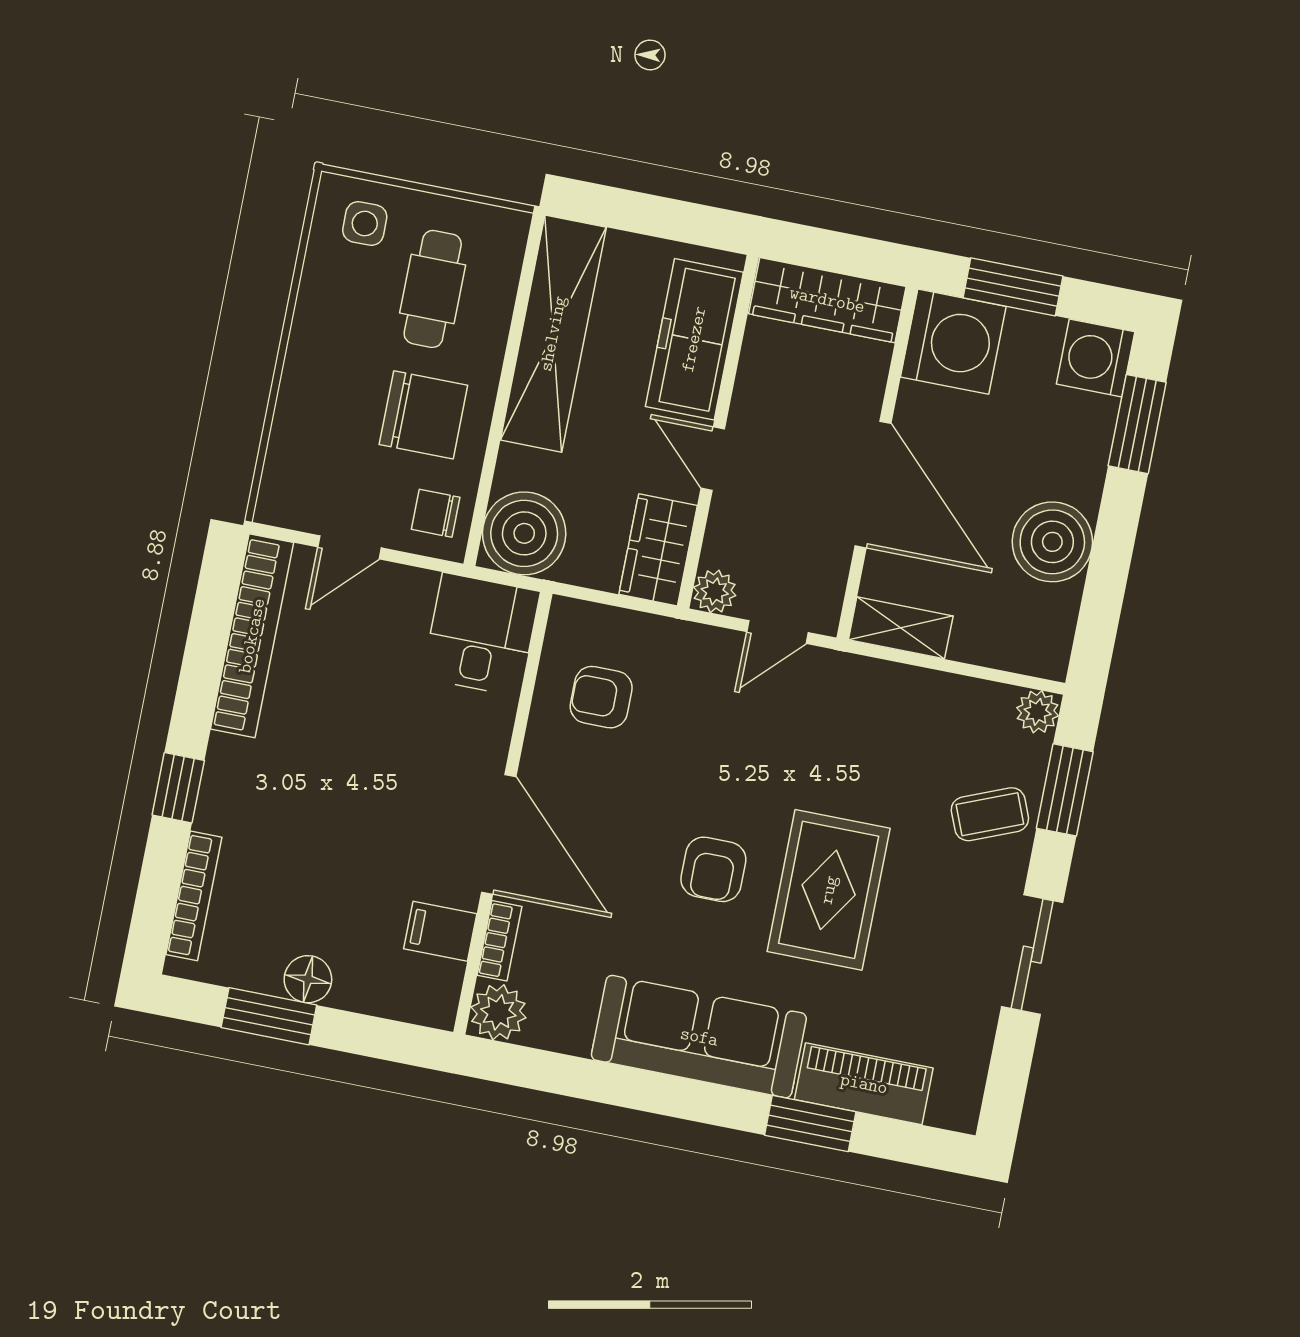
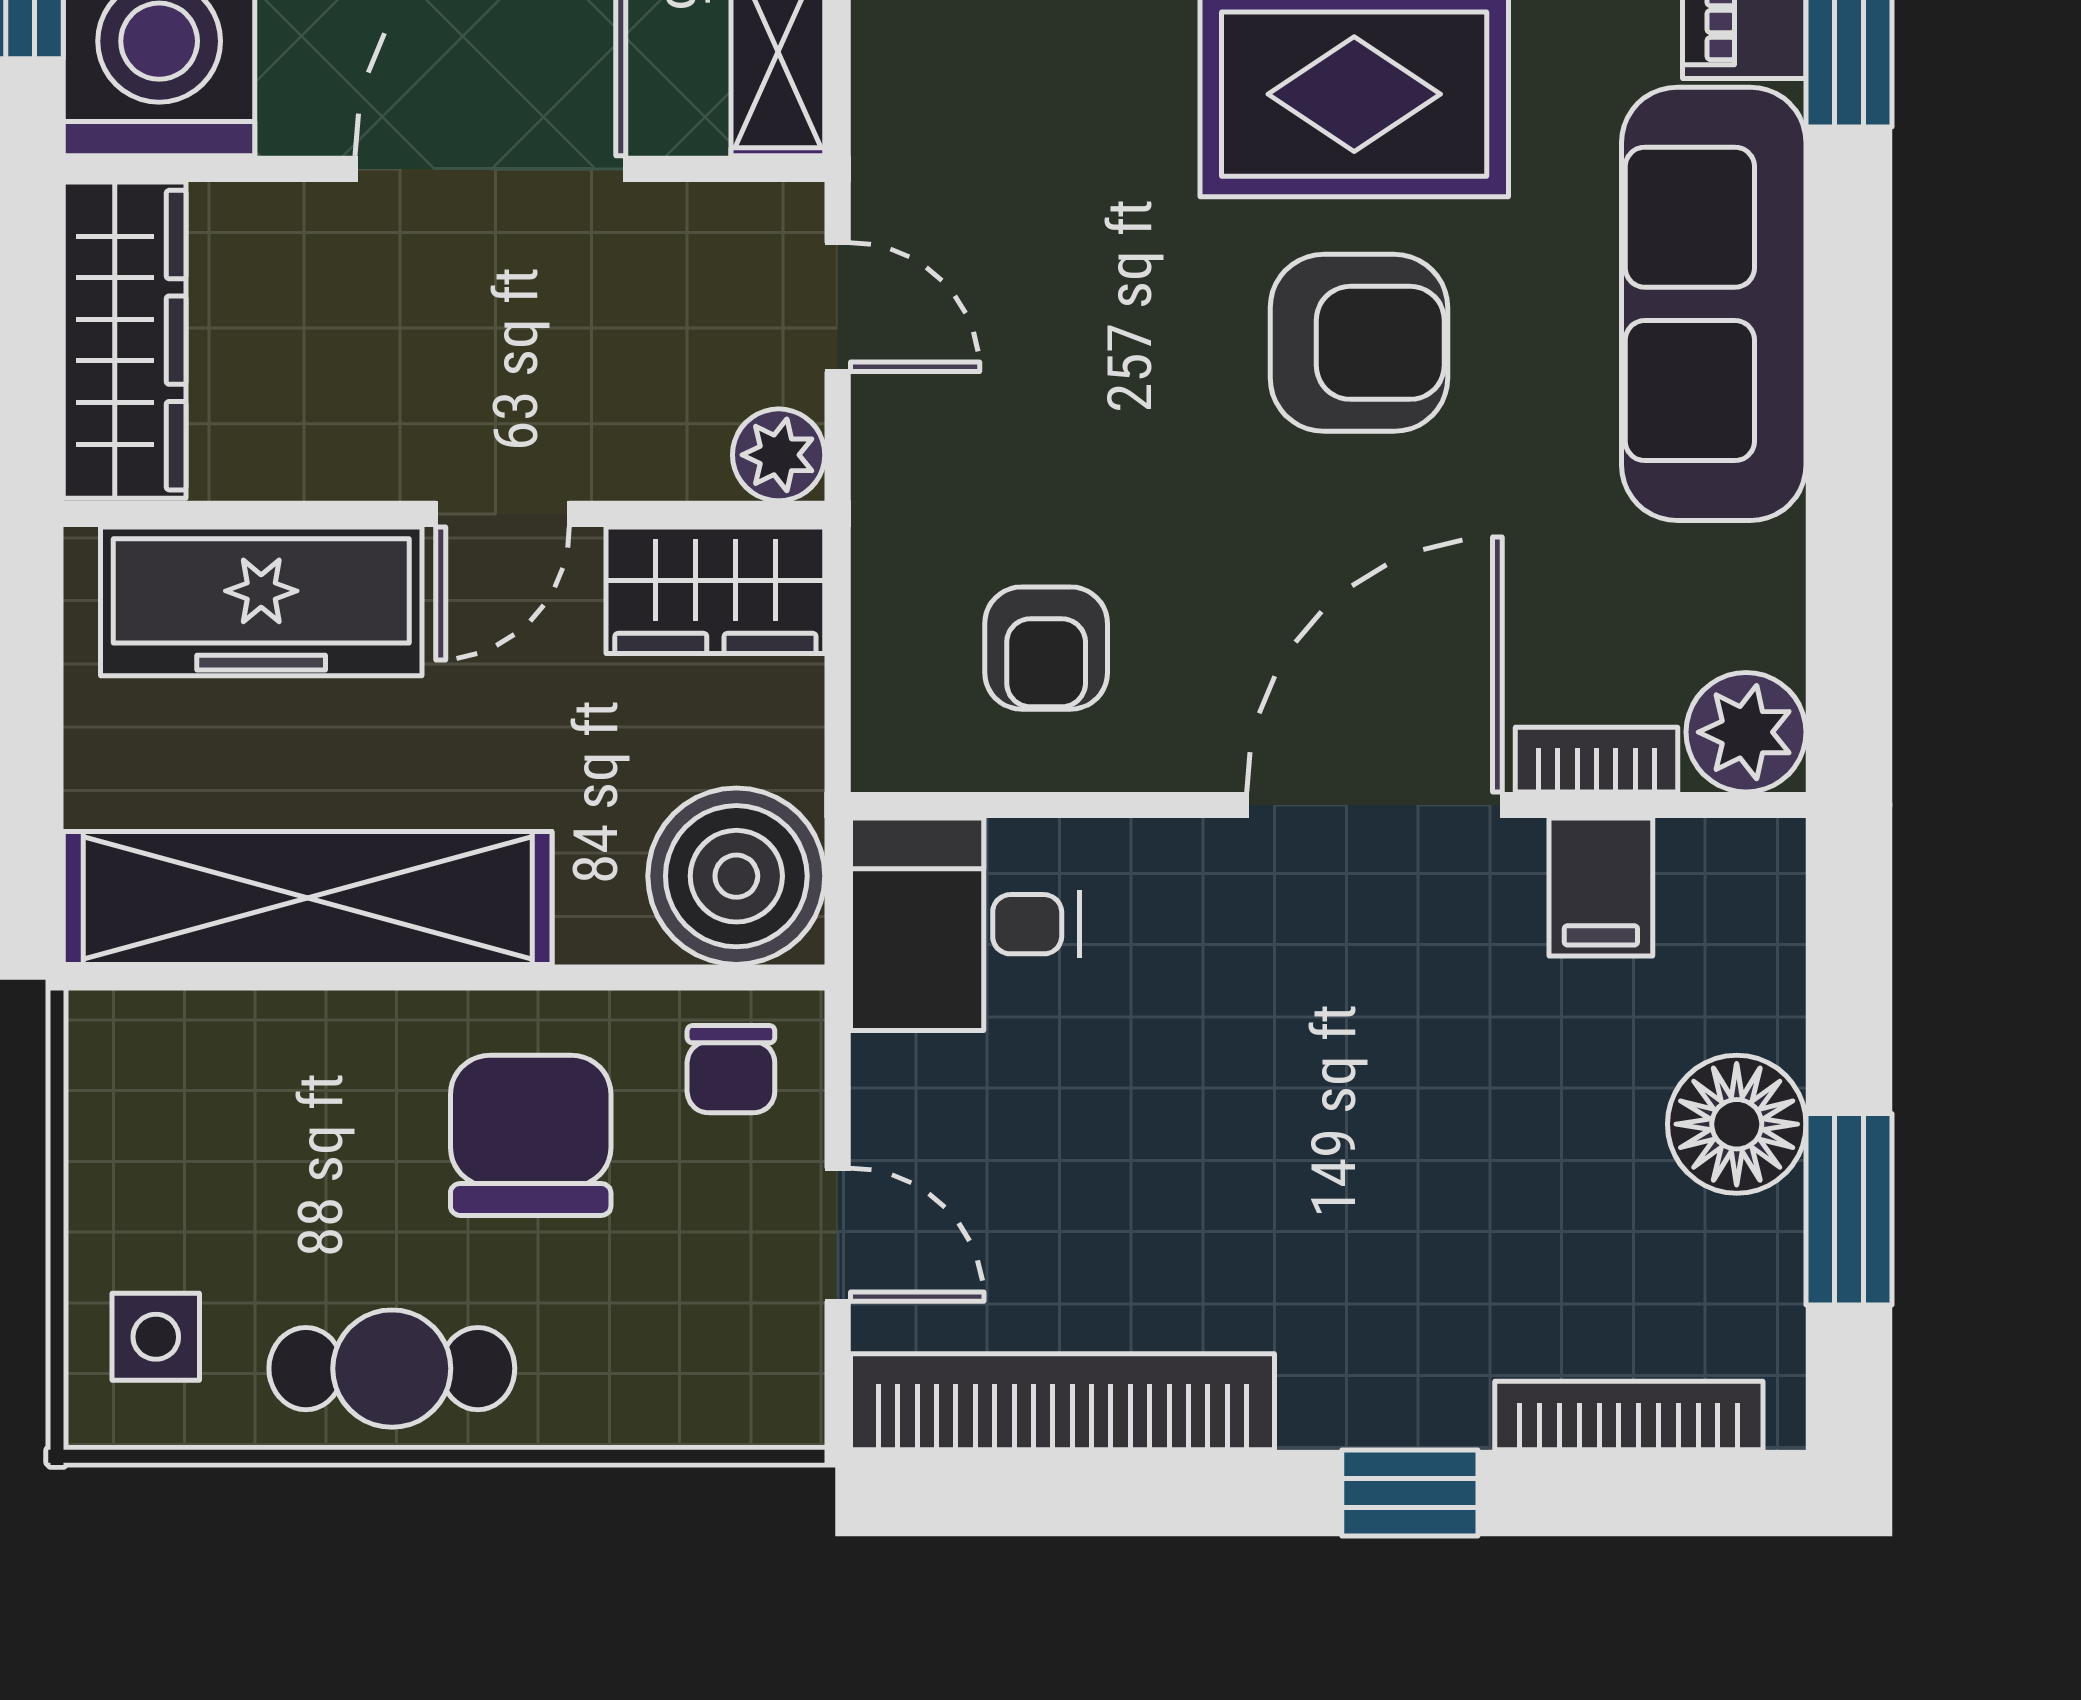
cafe table: (433, 289) -> (392, 1369), moved
armchair: (713, 869) -> (1359, 343), width x1.38, depth x1.38
floor lamp: (308, 979) -> (1737, 1124), width x1.38, depth x1.38

